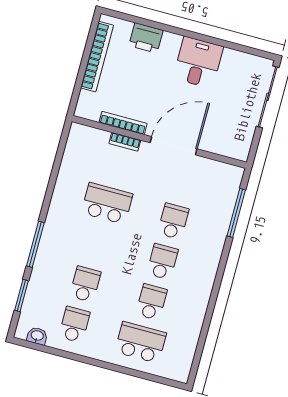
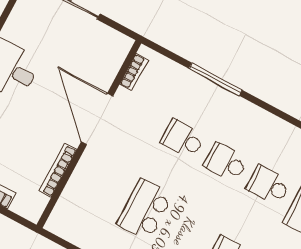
bookcase: (125, 142) -> (134, 72), moved
window: (236, 213) -> (216, 79), moved

